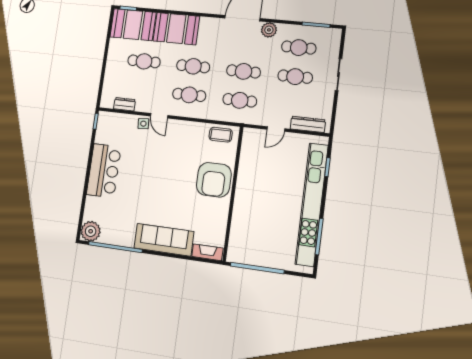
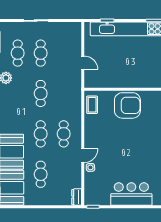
cafe table: (240, 100) -> (64, 93), removed
dresser: (125, 104) -> (77, 197), moved
dresser: (308, 124) -> (76, 39), removed

